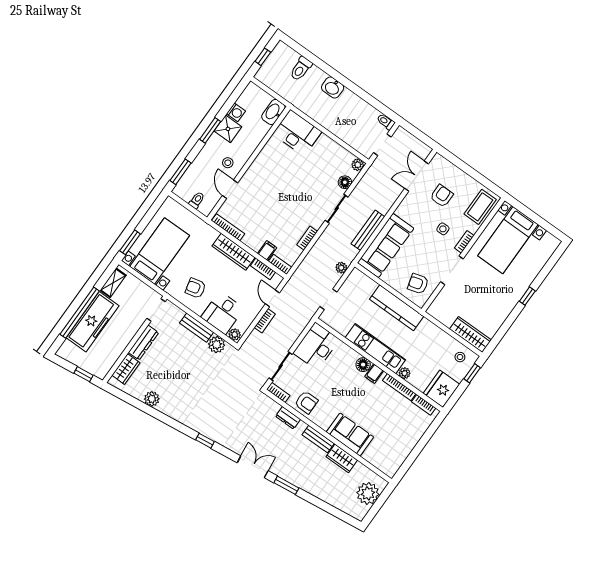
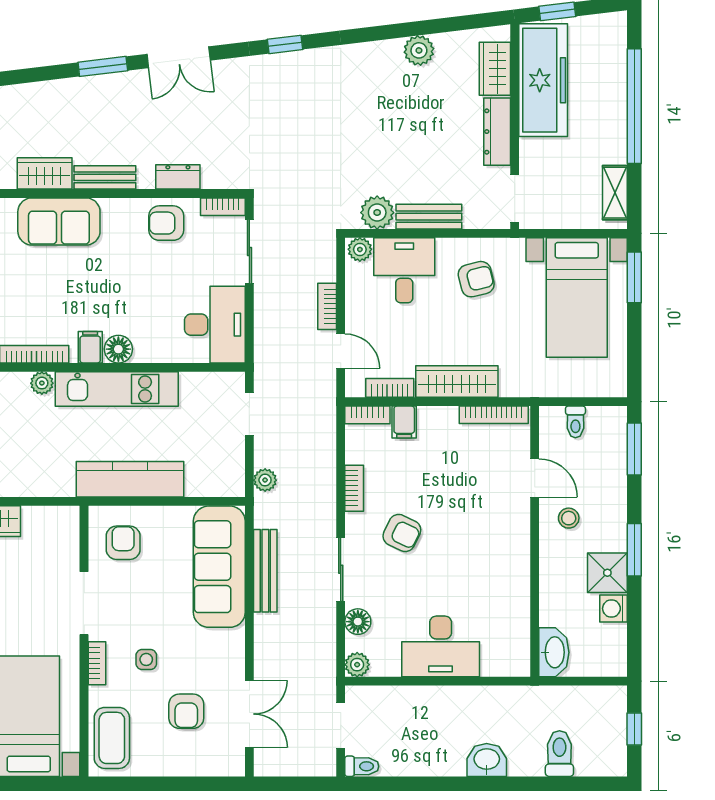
desk: (297, 133) -> (441, 646), moved
armchair: (301, 206) -> (402, 533), added
armchair: (418, 284) -> (123, 543), turned -74
freezer: (93, 322) -> (543, 80), moved, turned 180

